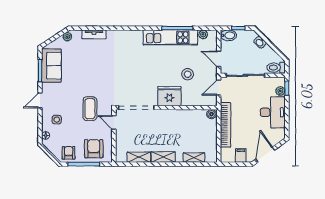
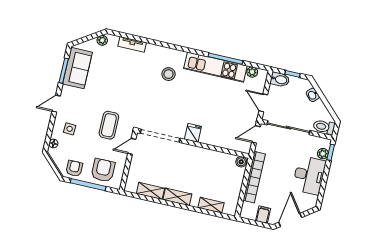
stool: (188, 74) -> (169, 74), moved
fridge: (169, 96) -> (193, 133), width x0.53, depth x0.75
door: (114, 122) -> (132, 146), hinge flipped

